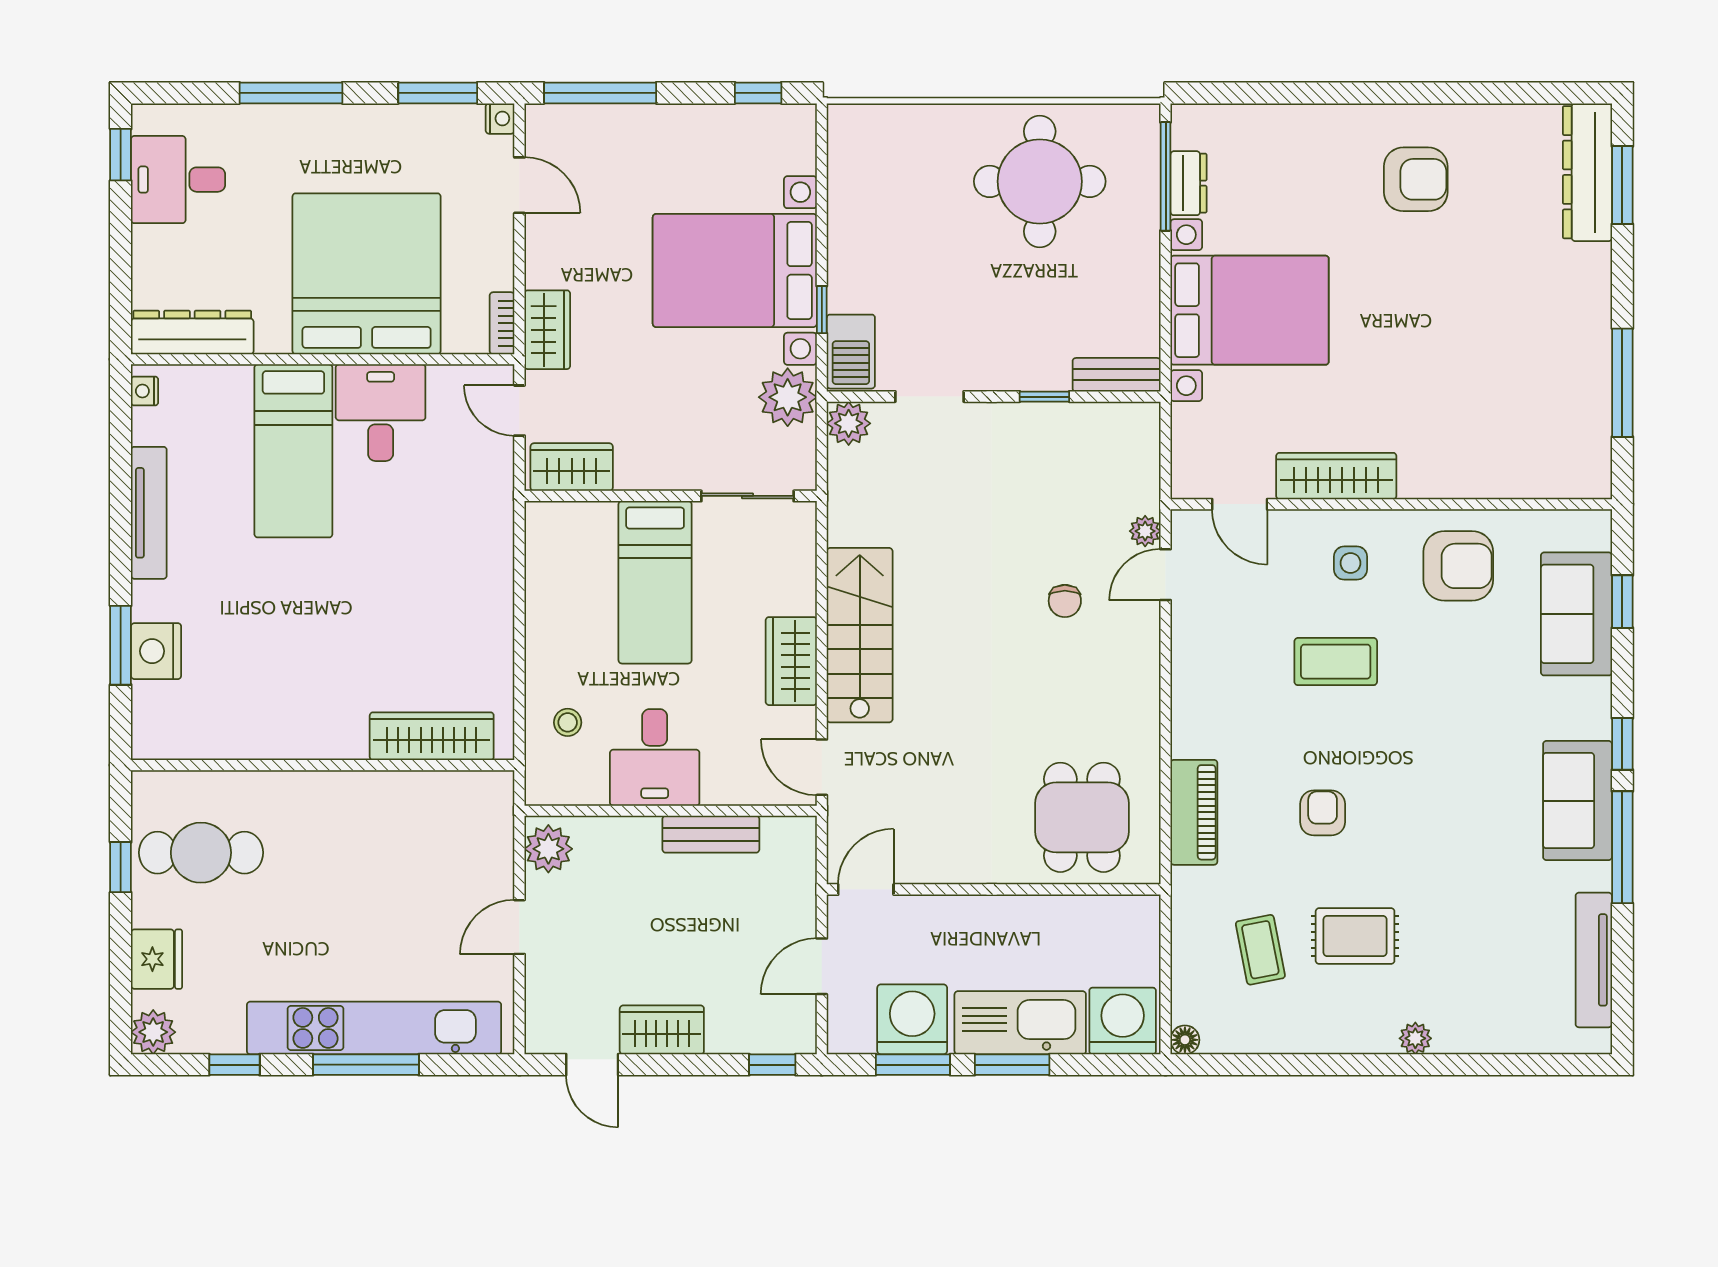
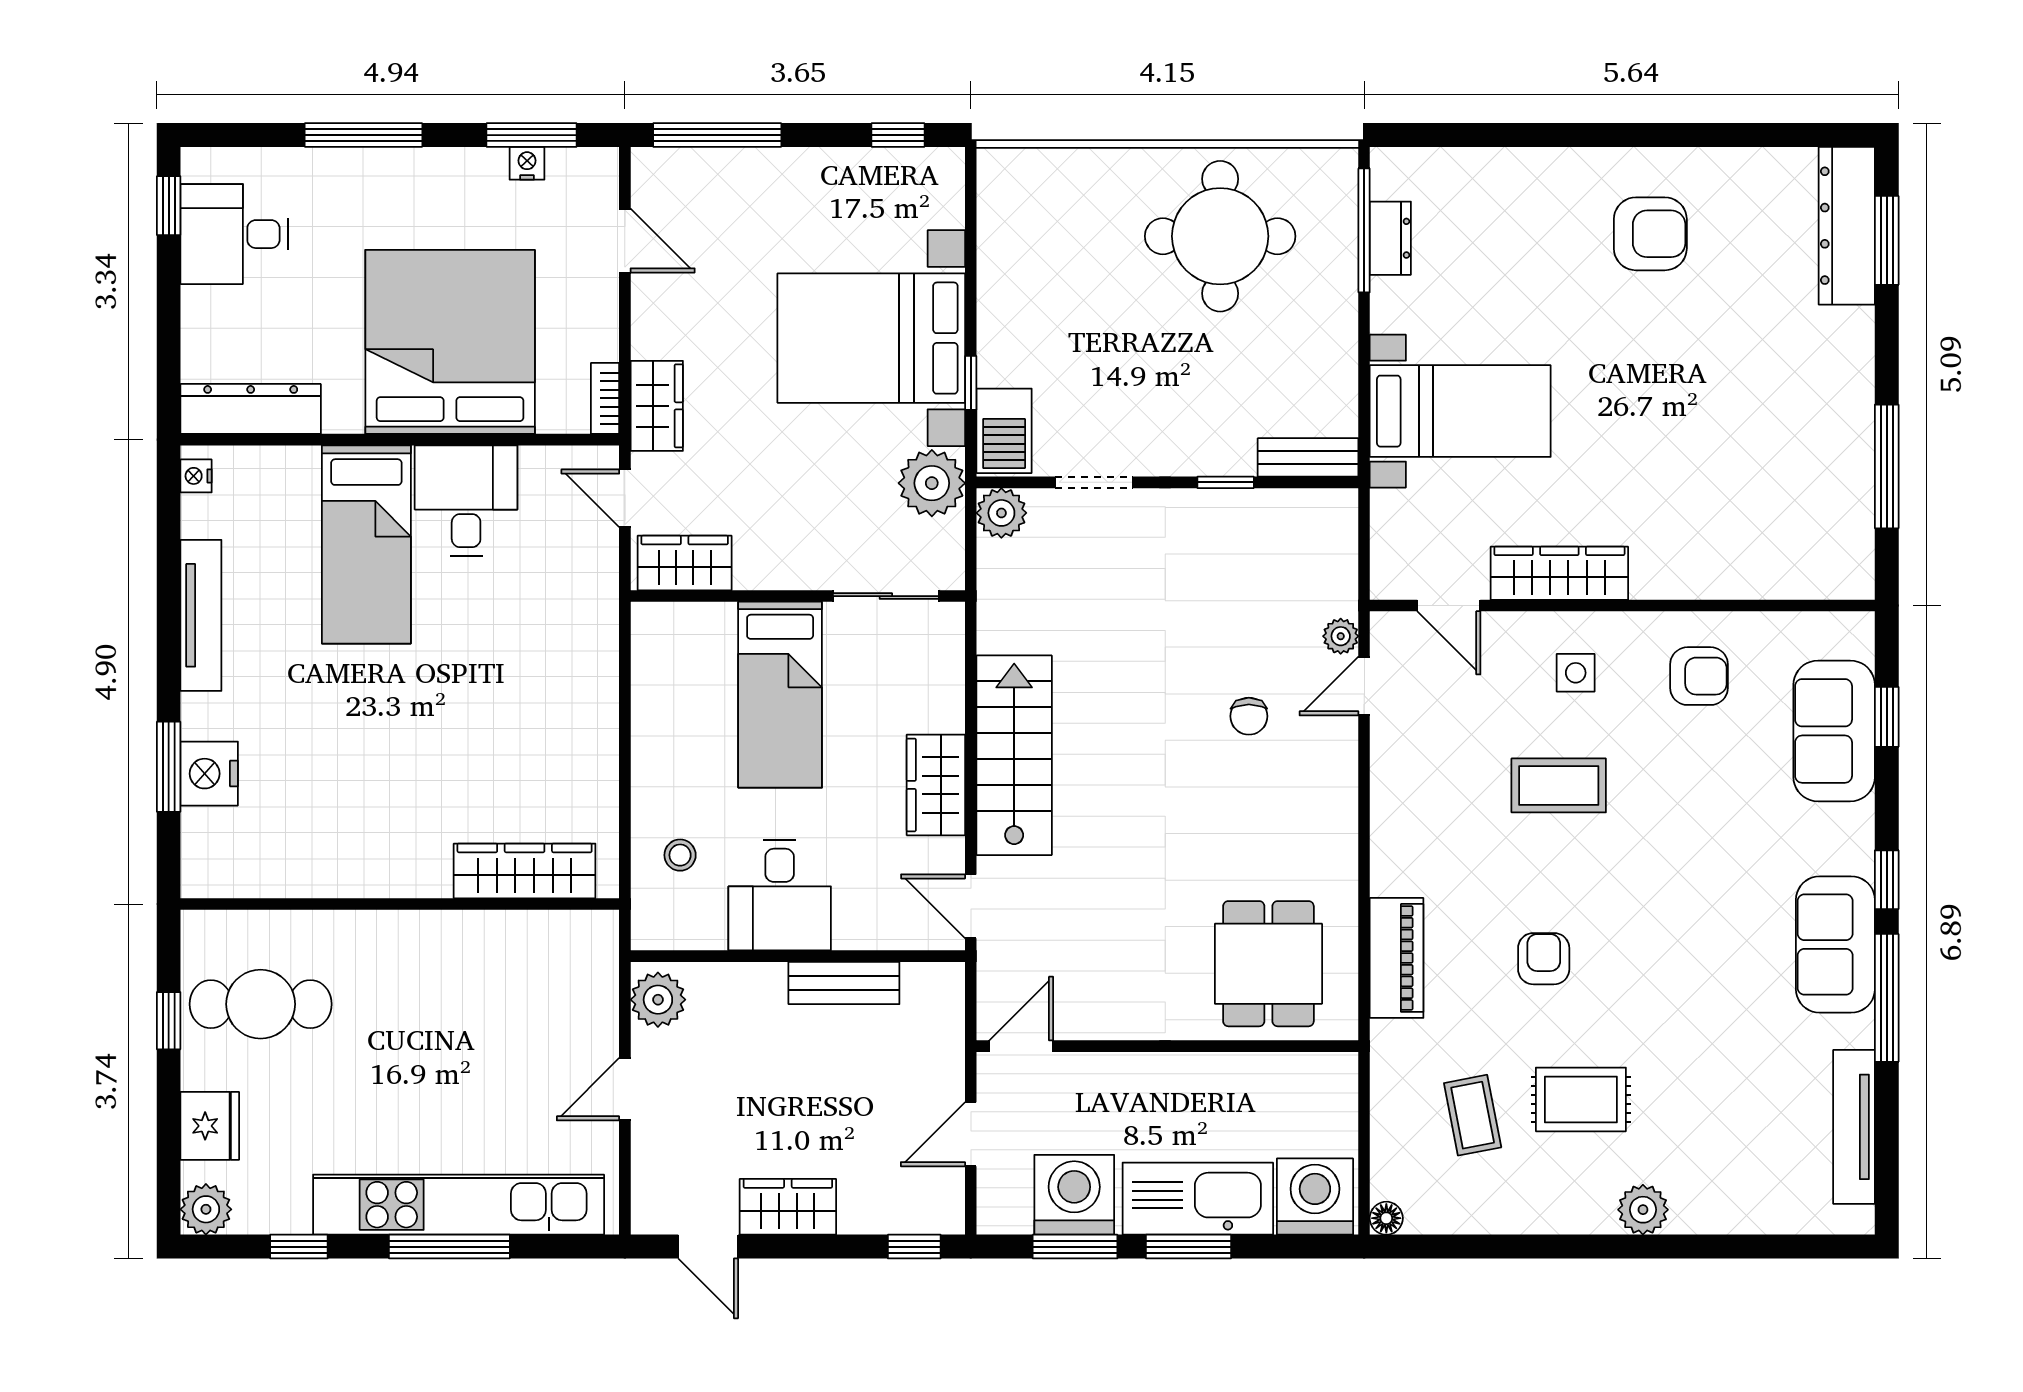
nightstand: (500, 119) -> (527, 163), moved, turned -90
bed with nightstands: (1250, 310) -> (1460, 411), width x0.73
armchair: (1458, 566) -> (1699, 676), width x0.72, depth x0.72
plant: (1415, 1038) -> (1643, 1210), width x1.38, depth x1.38

